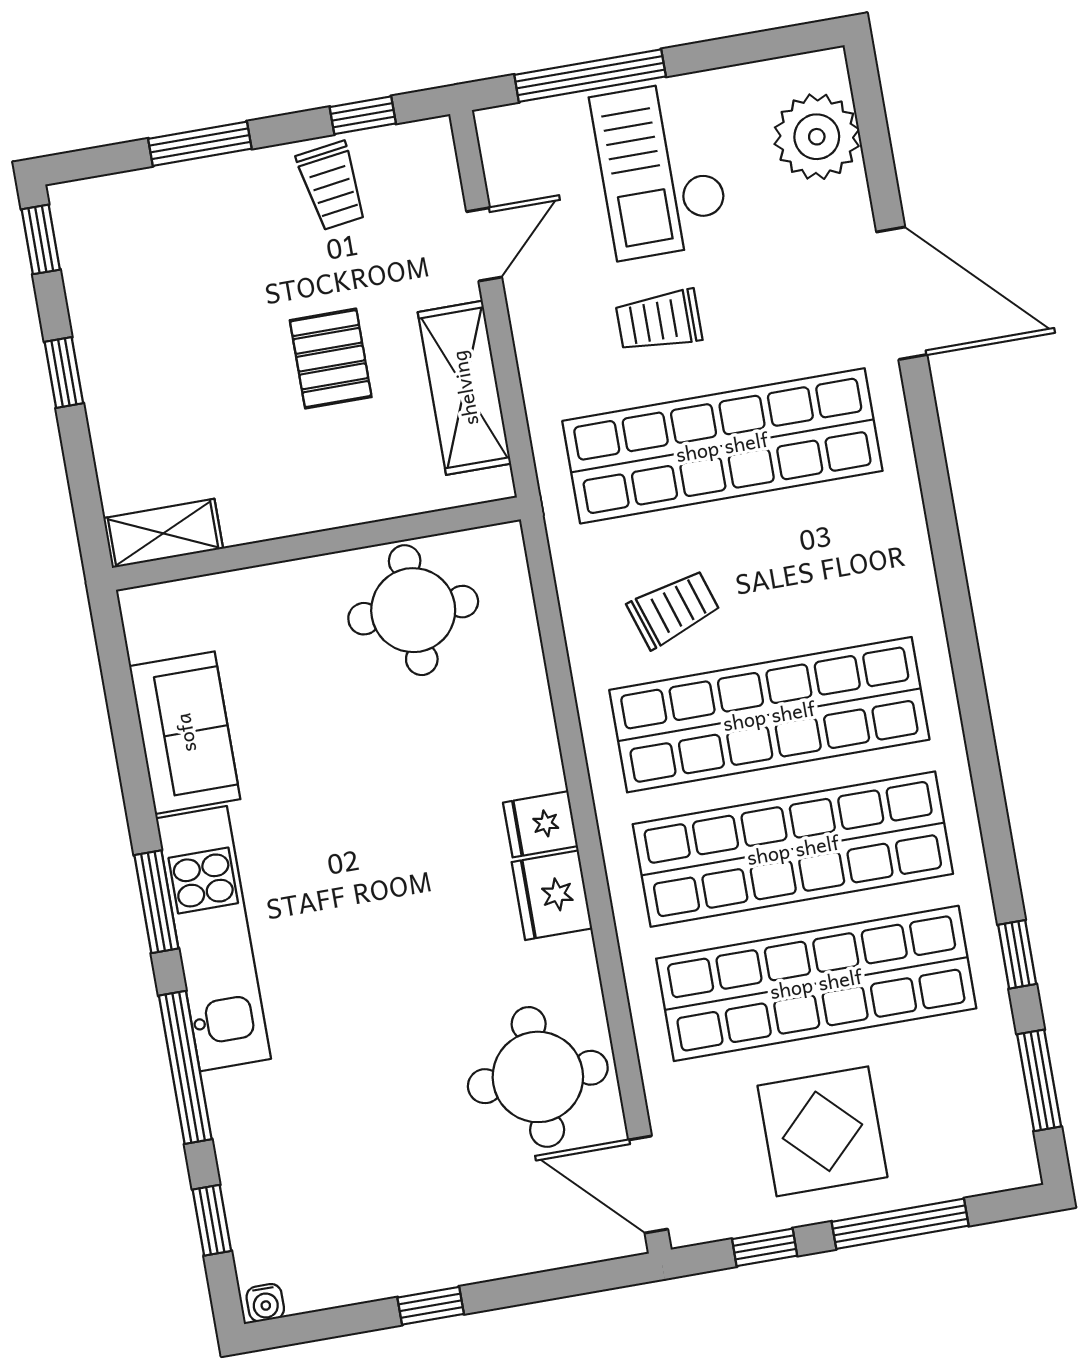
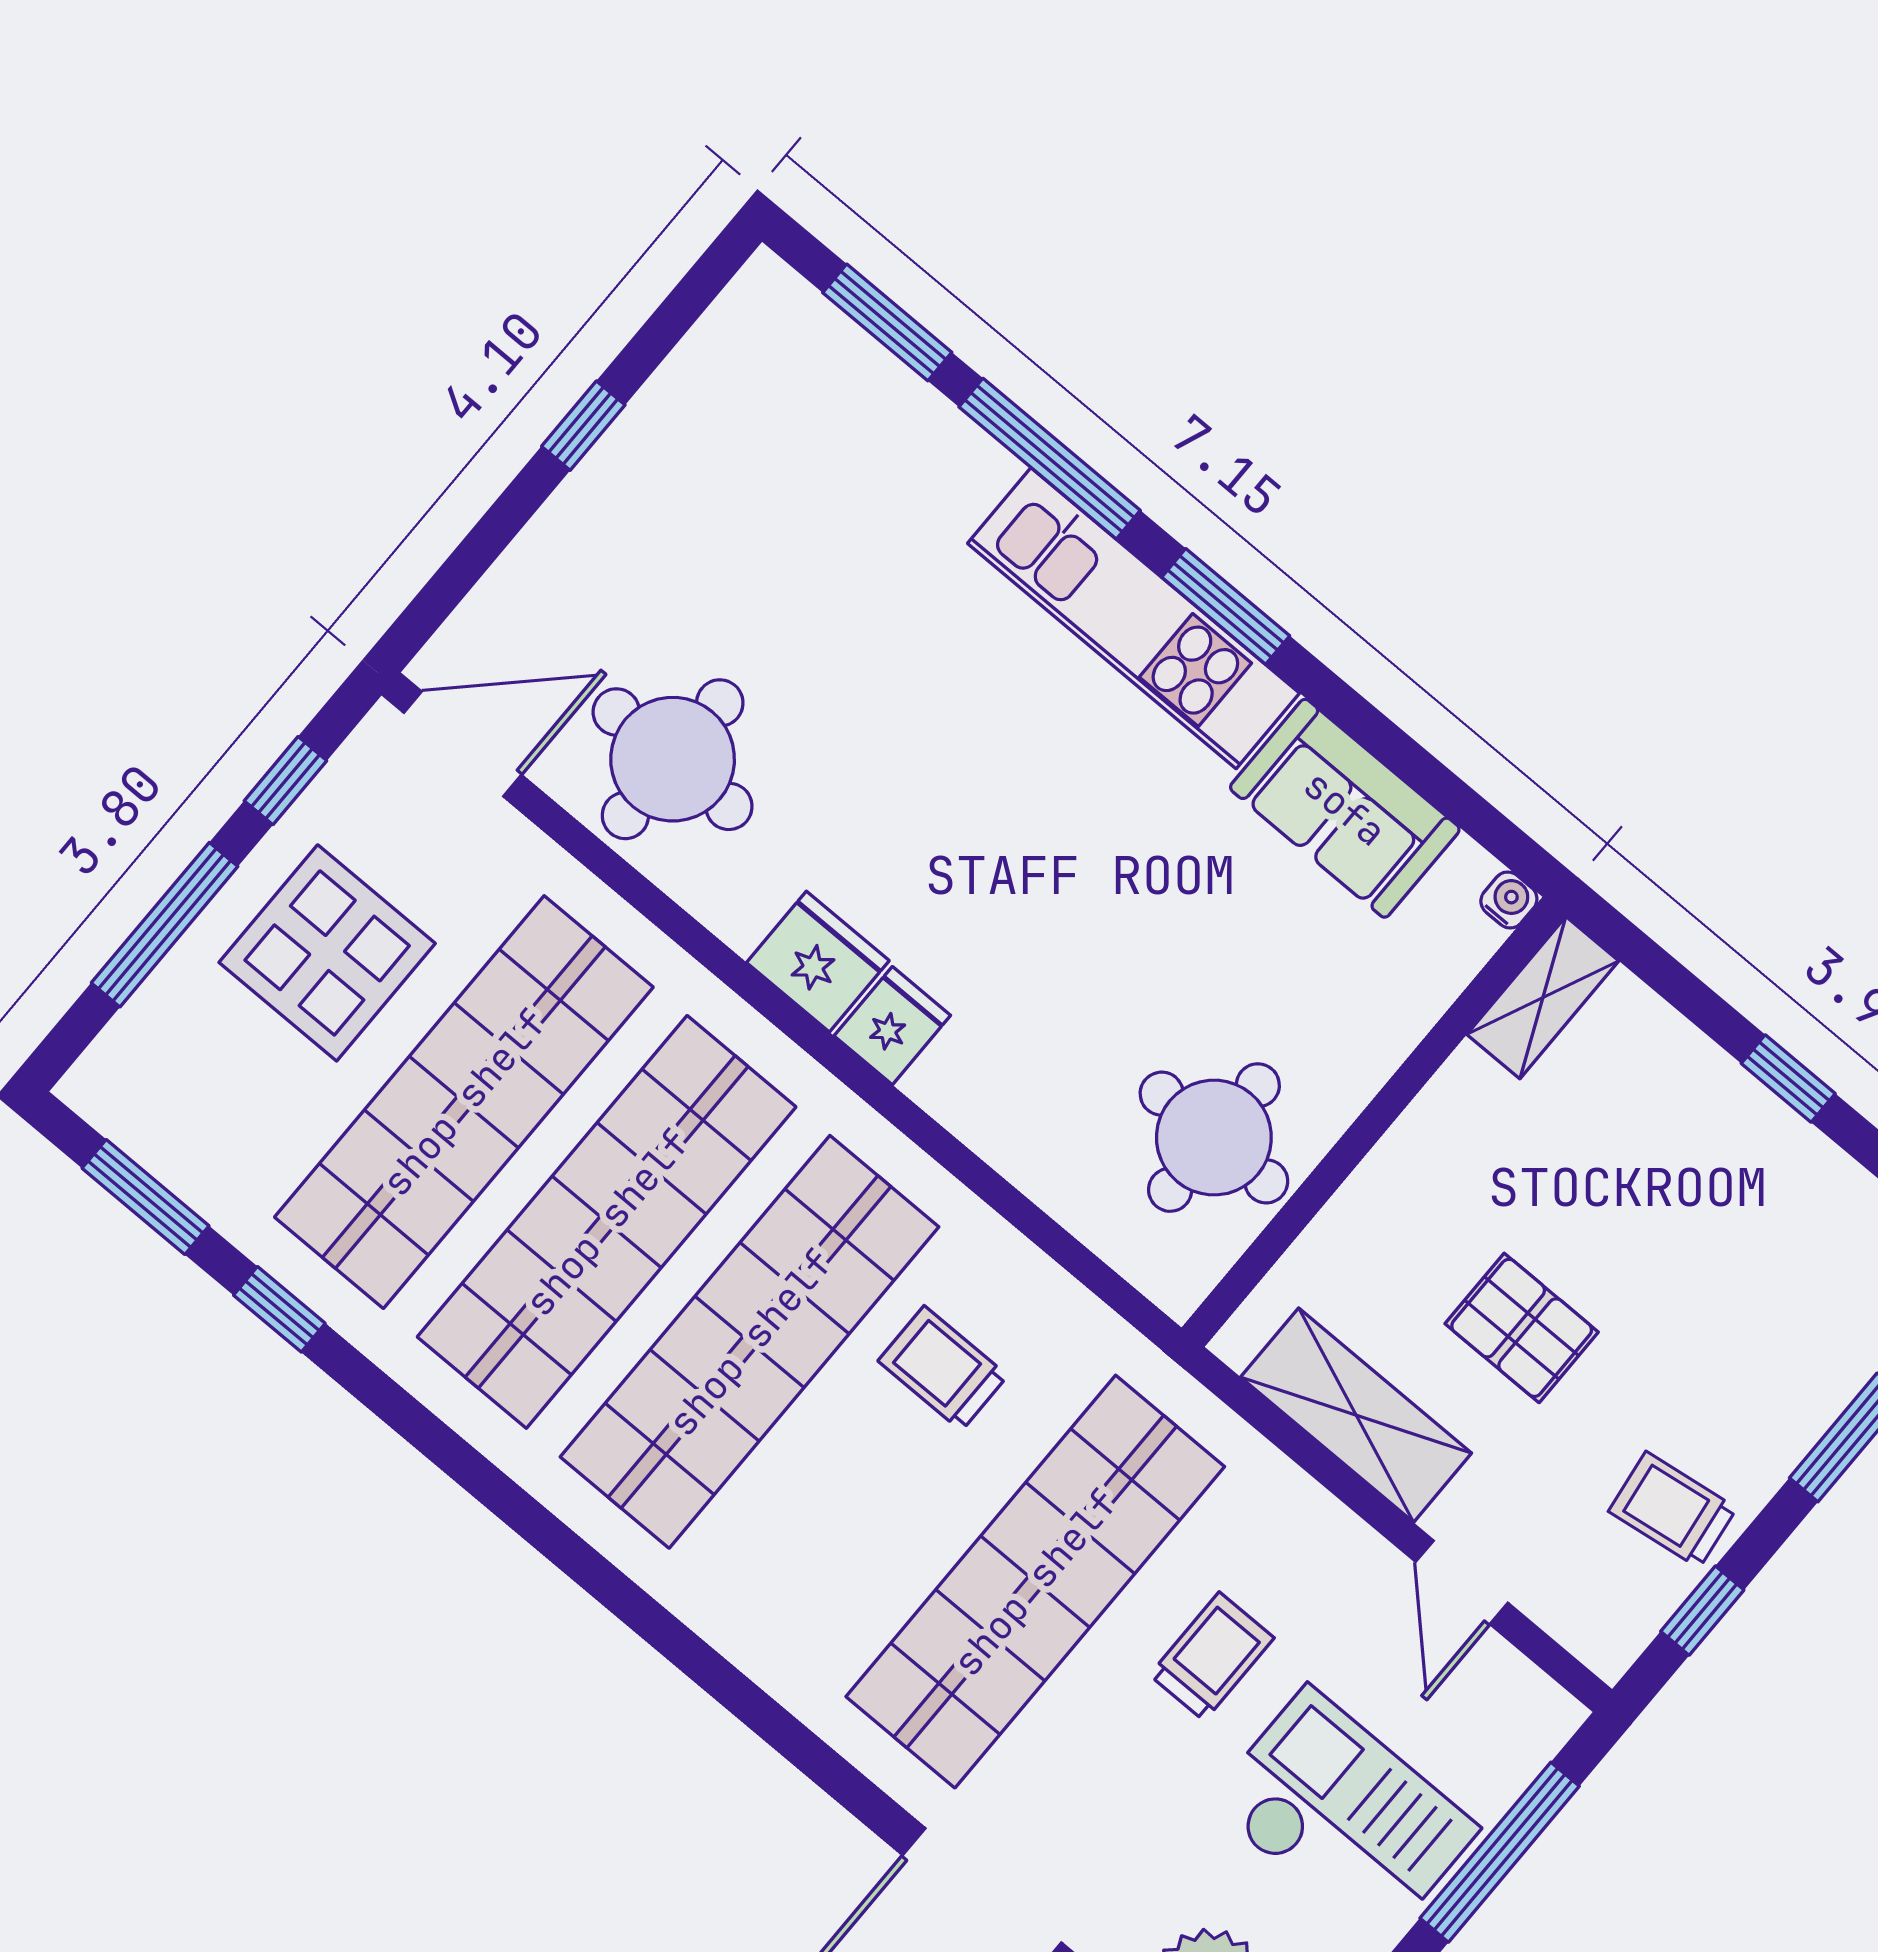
trolley: (674, 609) -> (943, 1368), turned 108
window: (212, 1220) -> (887, 322), width x1.50
water cooler: (265, 1303) -> (1509, 900), moved, turned 90

